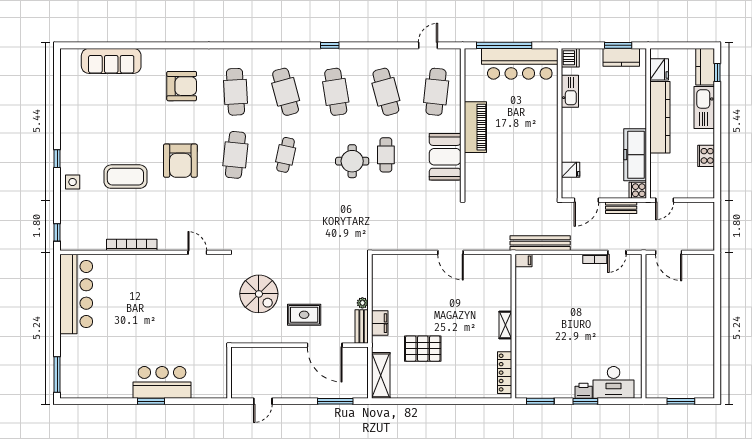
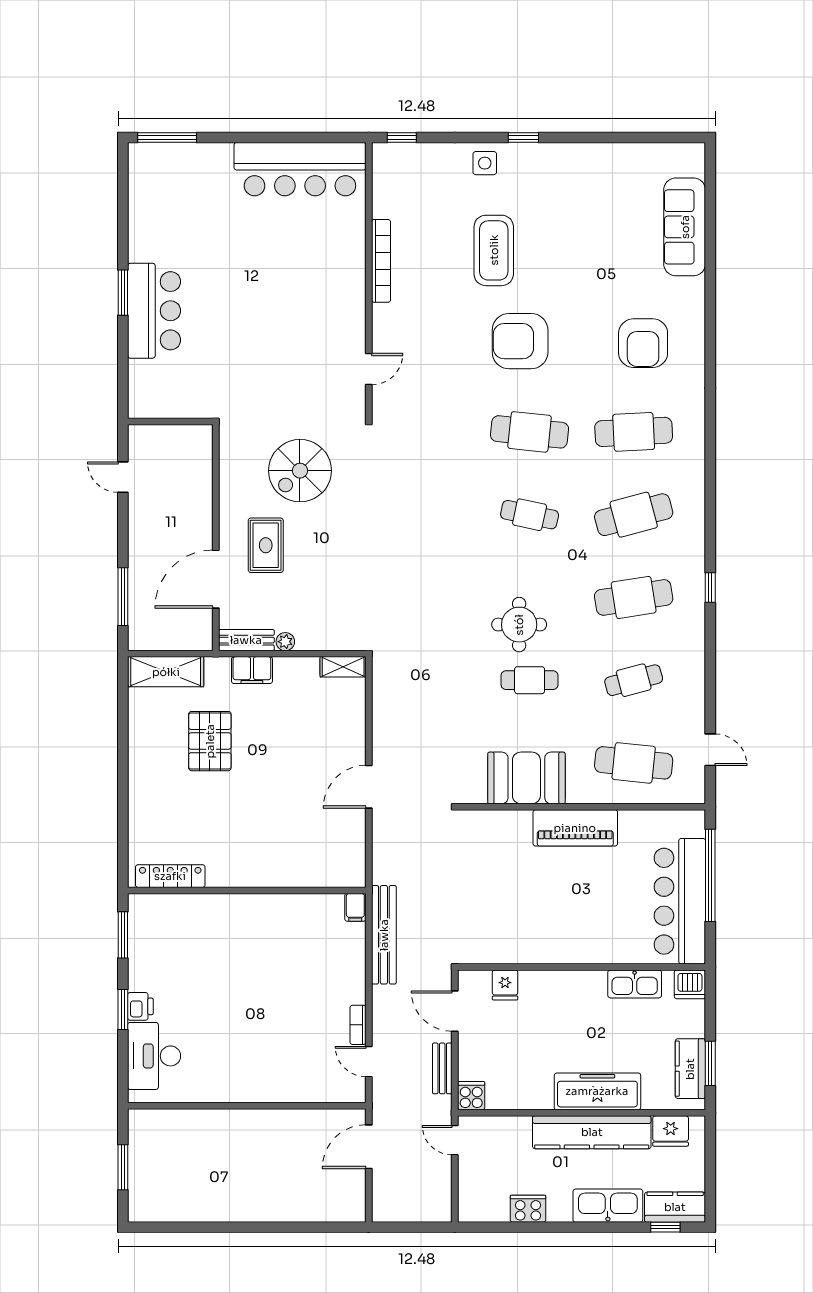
cafe table: (386, 92) -> (634, 680), width x0.73, depth x0.74
freezer: (635, 155) -> (597, 1091), moved
shelving: (505, 325) -> (343, 667), moved

